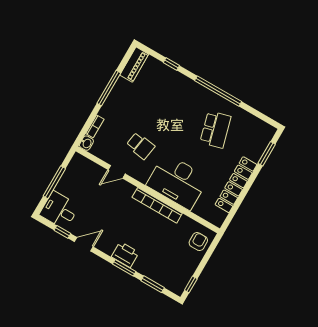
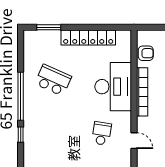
window: (171, 64) -> (21, 135), moved
school desk: (216, 130) -> (53, 80), turned 39
armchair: (198, 242) -> (146, 53), moved, turned 180

